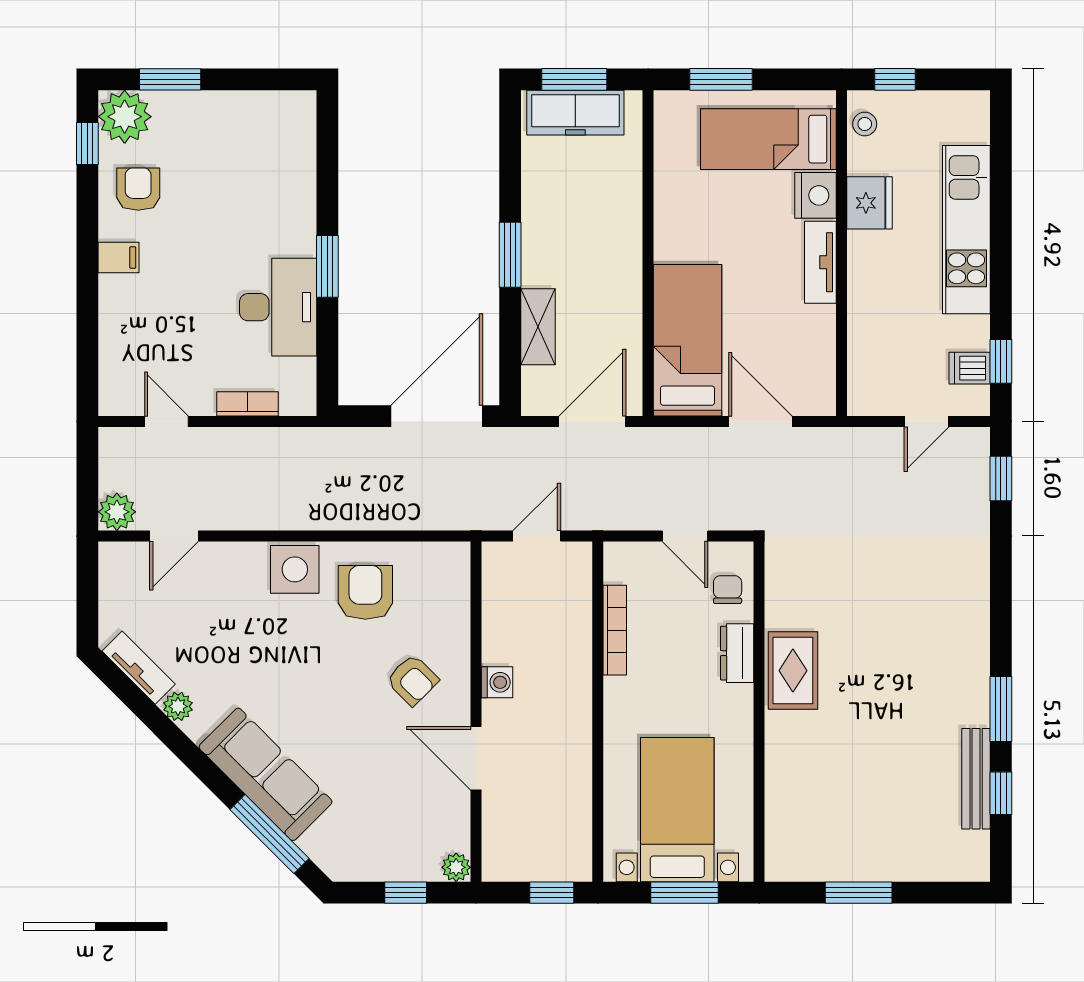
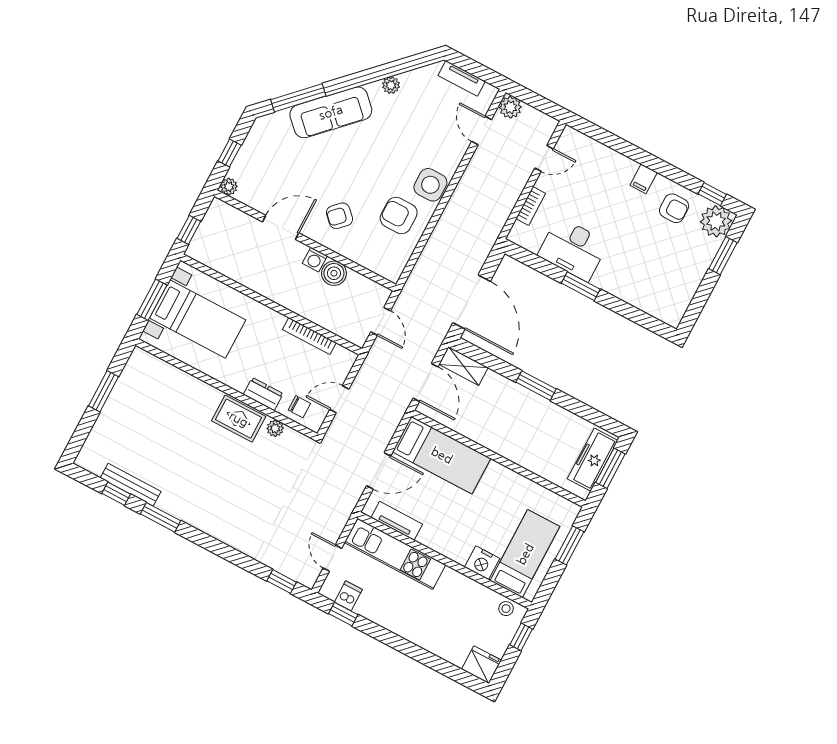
fridge: (869, 203) -> (481, 665), moved, turned 180
kitchen unit: (966, 230) -> (395, 554), moved, turned 180
tv unit: (820, 262) -> (397, 521), moved
shelving: (538, 327) -> (463, 366), moved
armchair: (365, 592) -> (399, 215), turned 180
plant: (779, 609) -> (275, 428), added
boiler: (502, 643) -> (334, 273), added
tv unit: (139, 668) -> (462, 78), moved, turned 45

